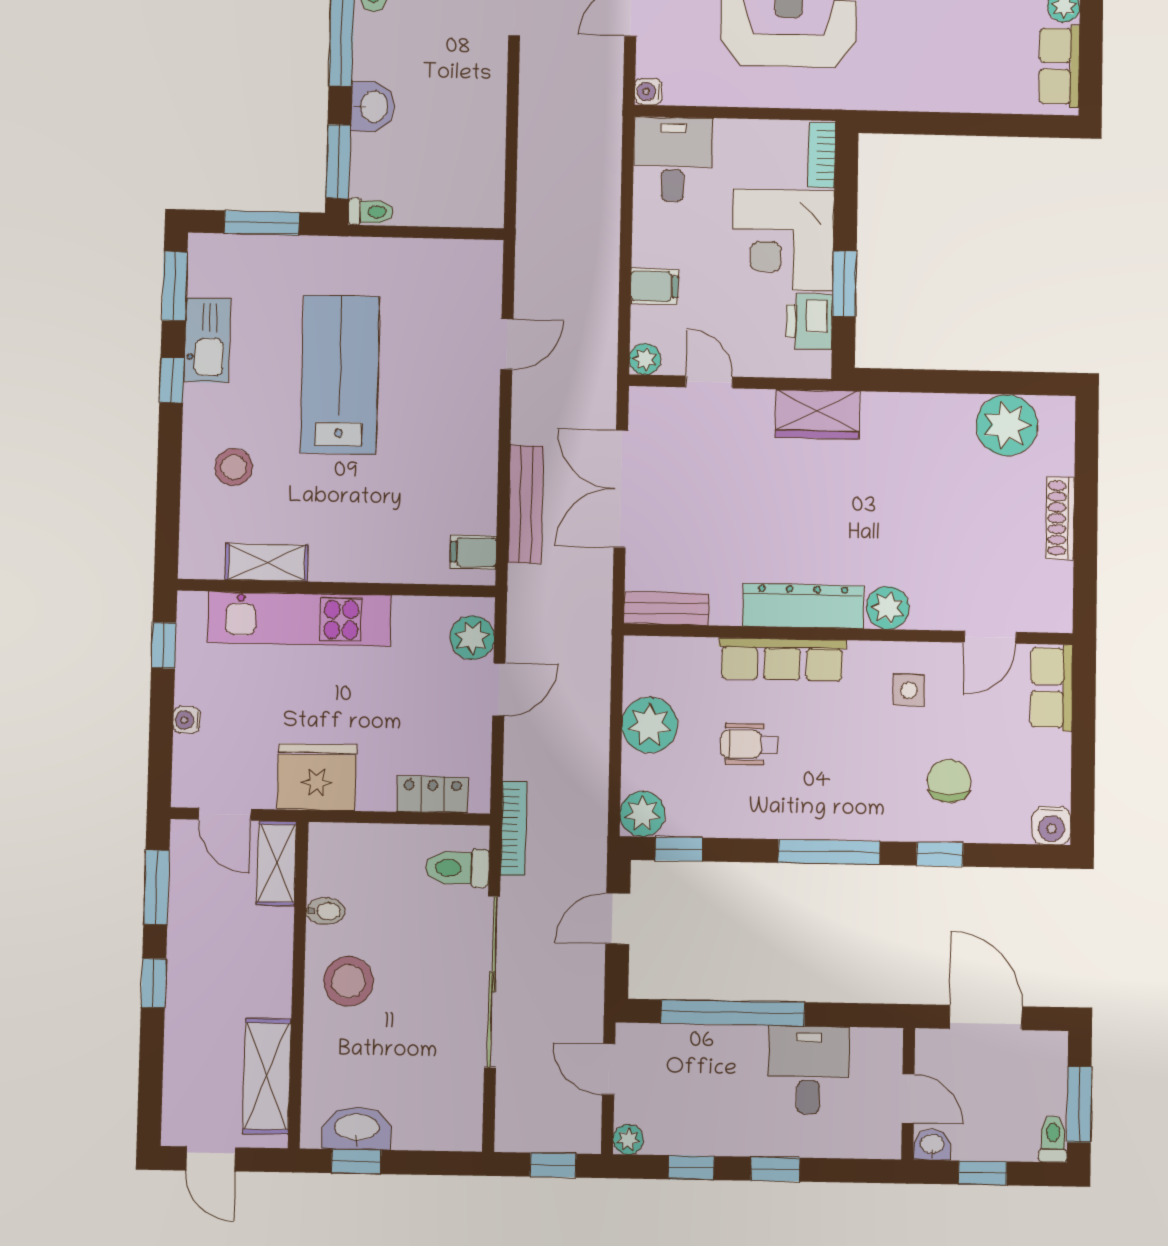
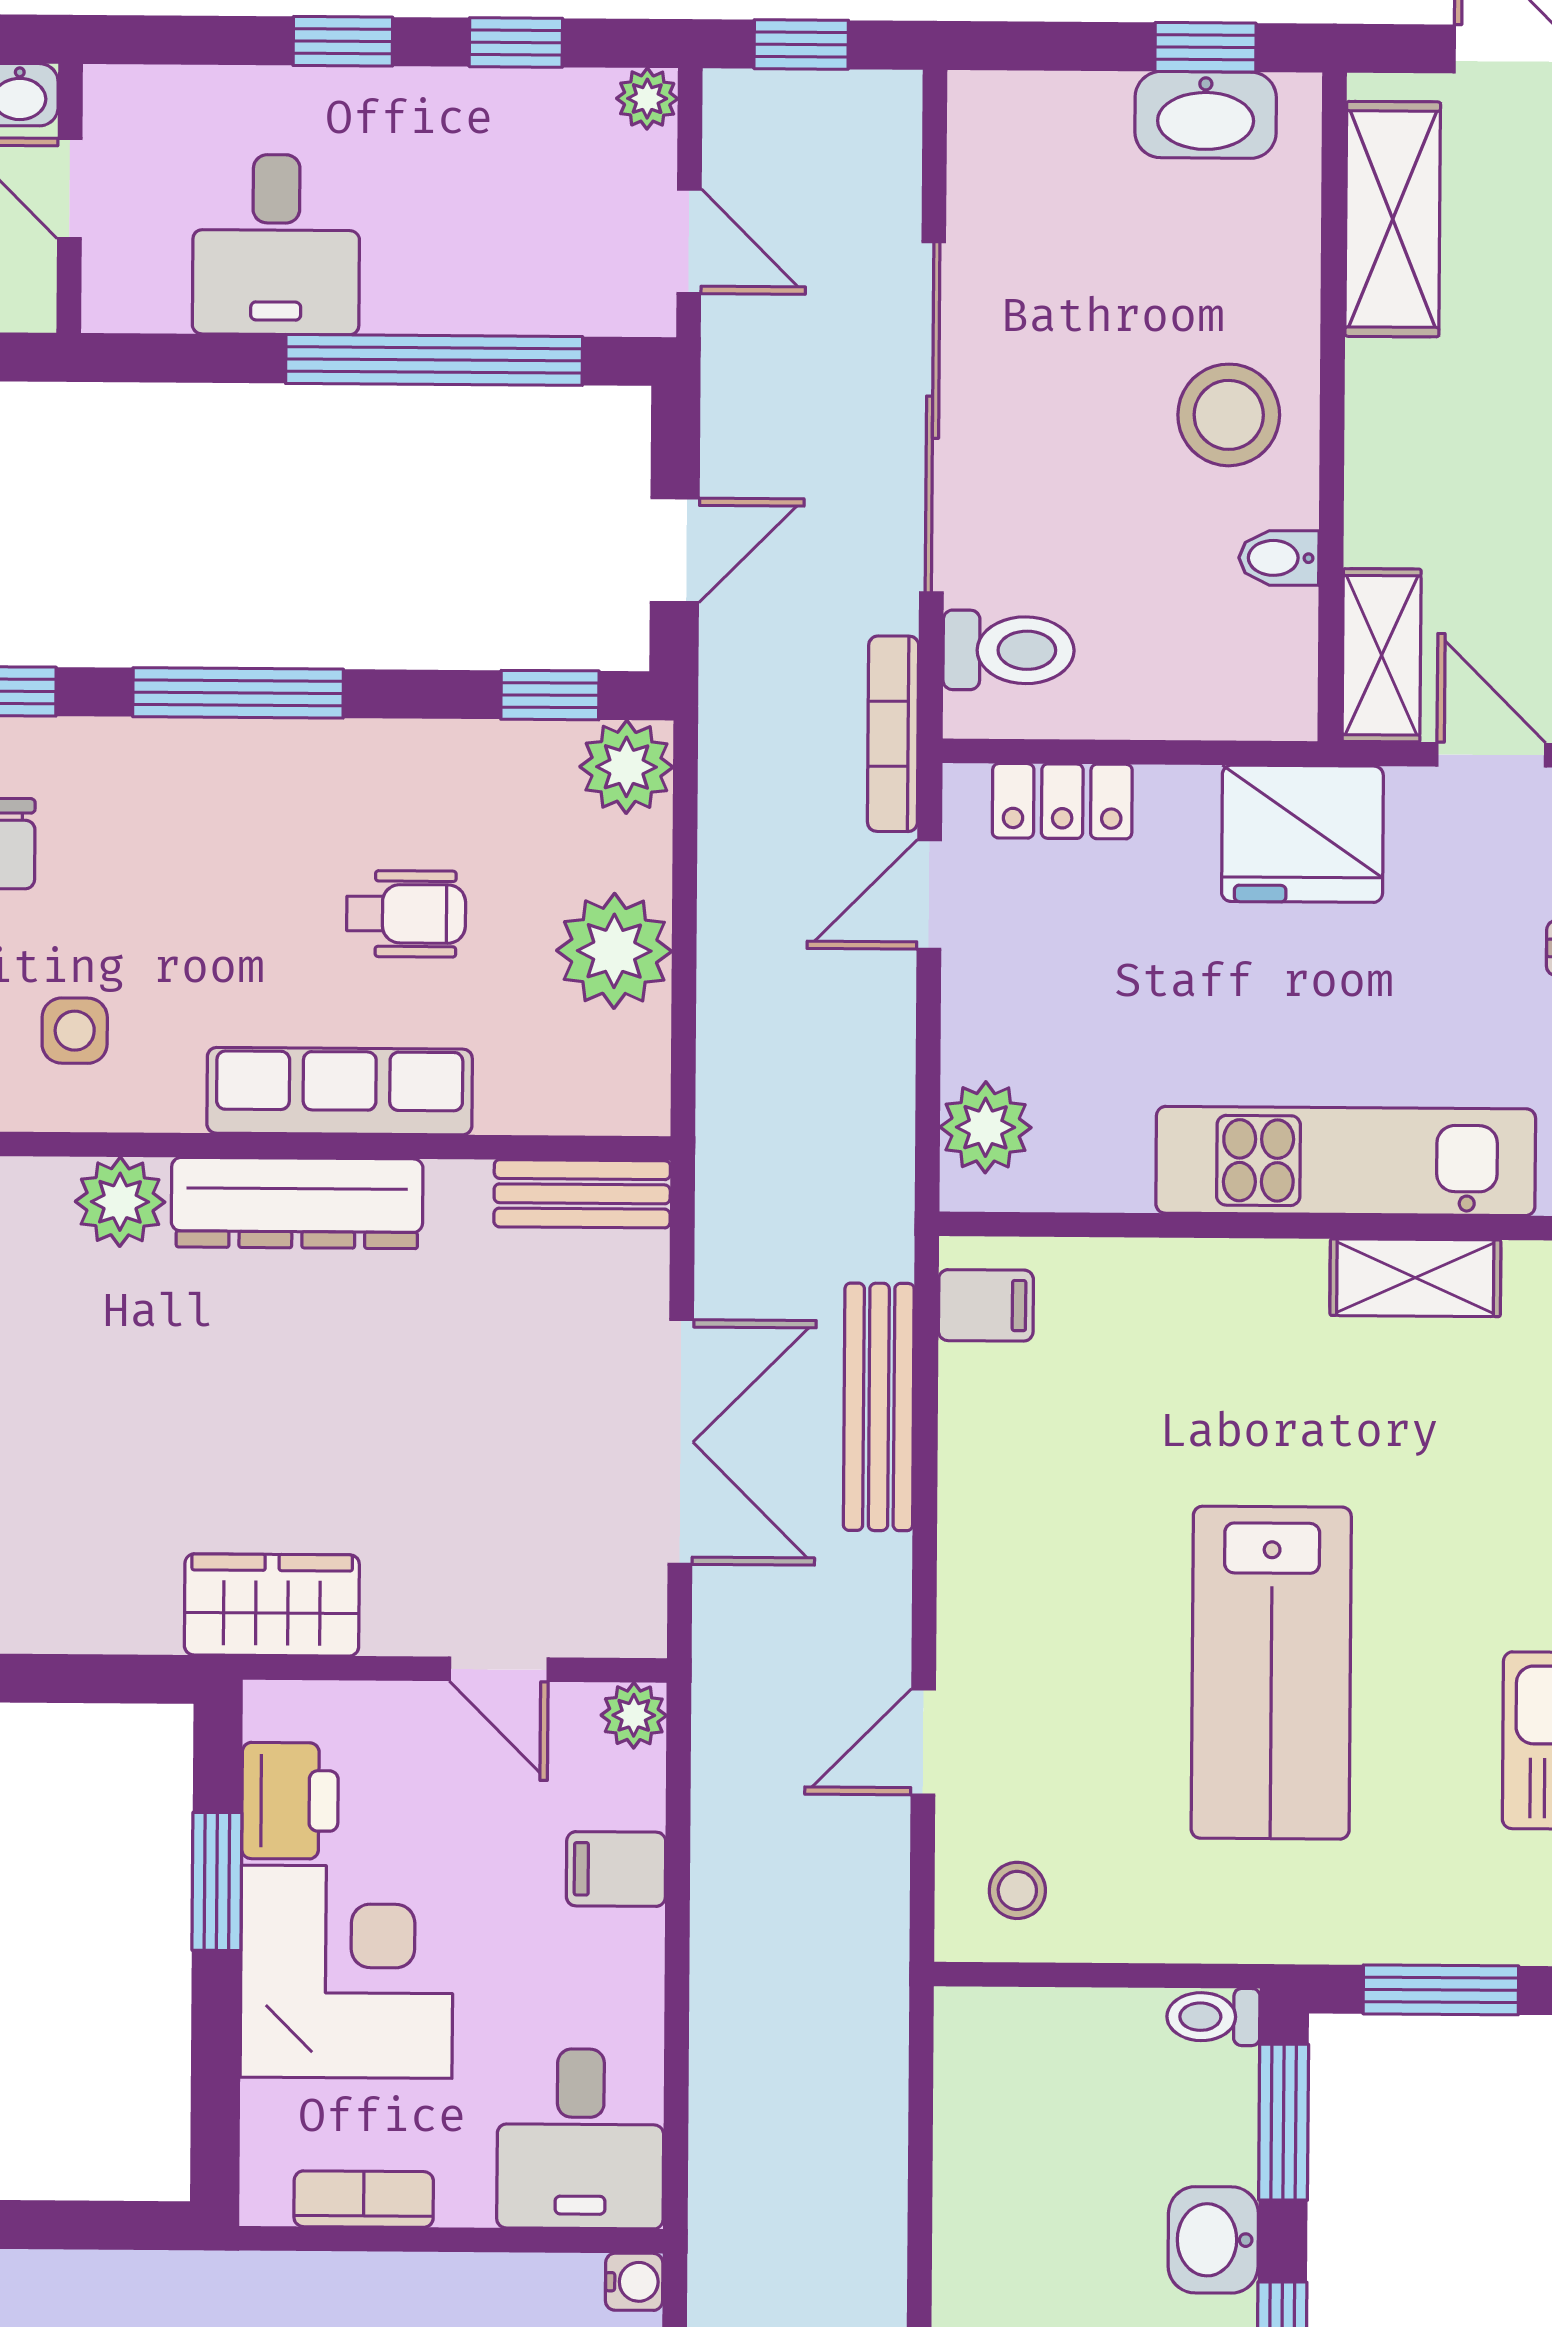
bookcase: (822, 155) -> (364, 2199), moved, turned -90
stool: (234, 467) -> (1017, 1890), moved, width x0.73, depth x0.73
door: (499, 689) -> (929, 895), moved

